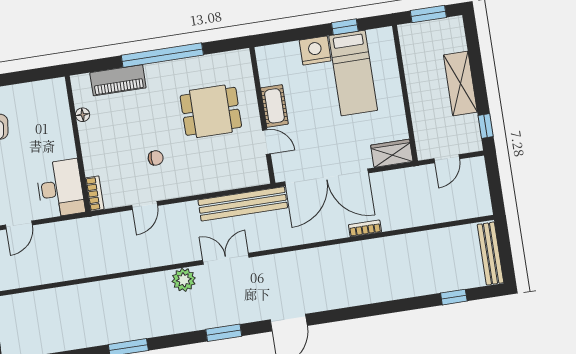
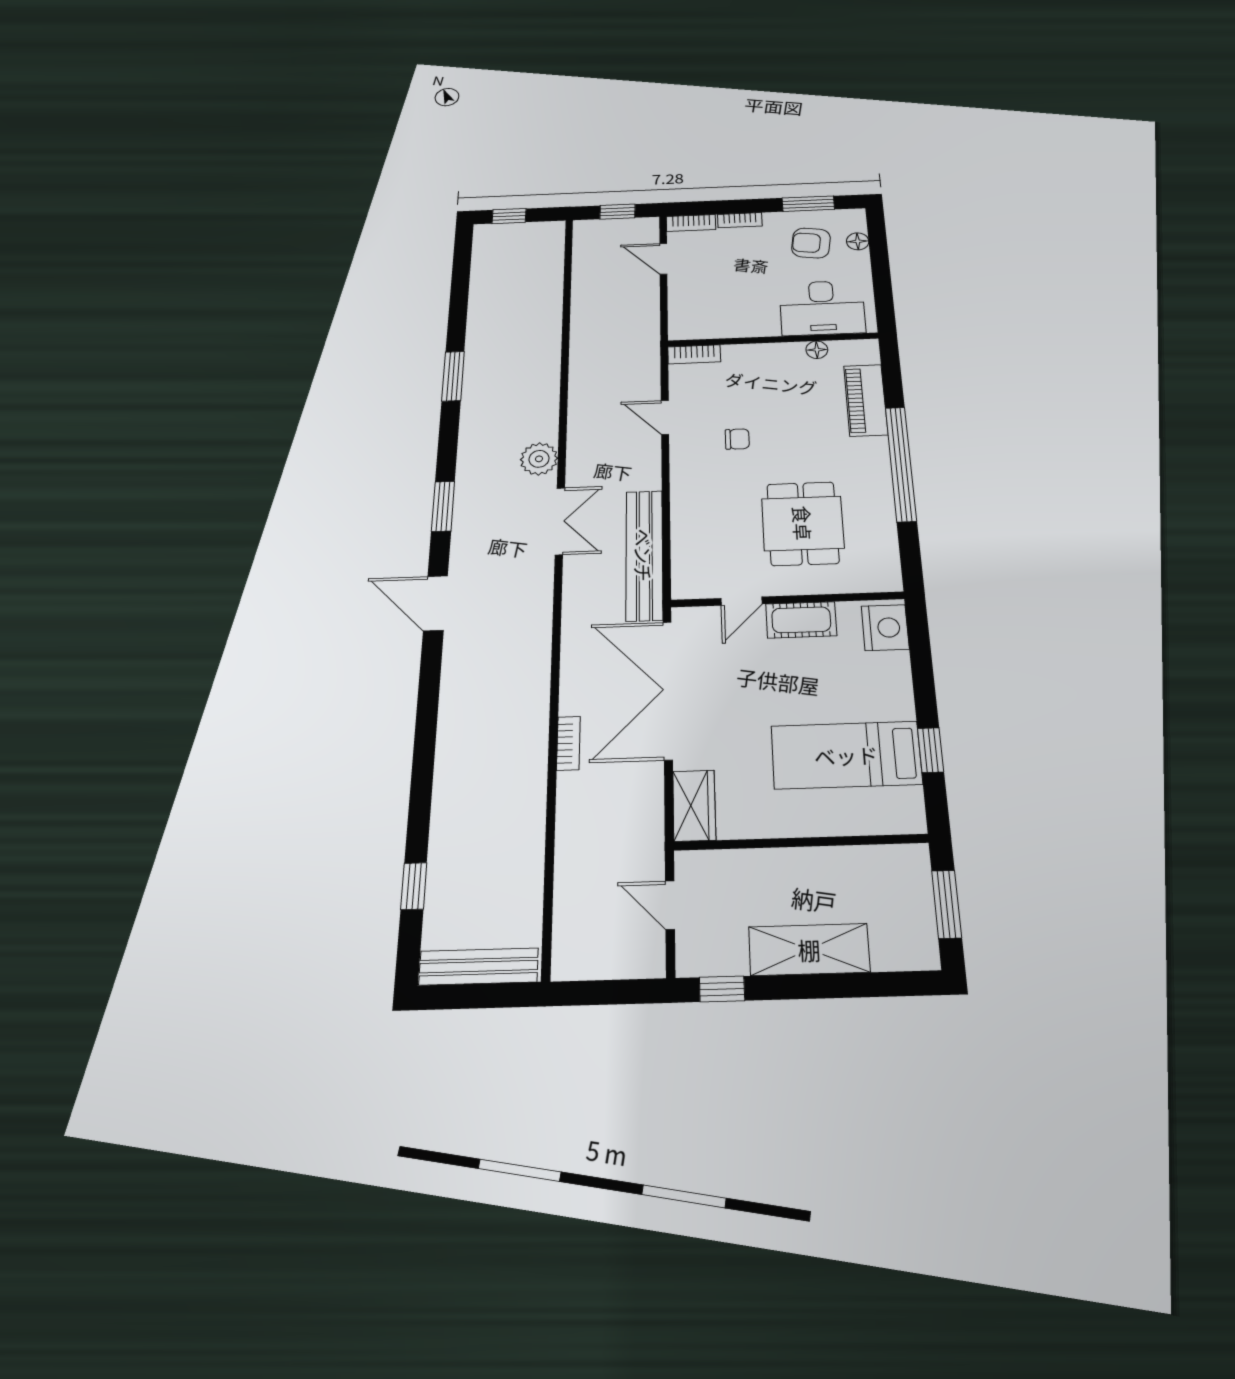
nightstand: (315, 51) -> (885, 628), moved
chair: (156, 158) -> (737, 439), turned -90
desk: (60, 188) -> (822, 308), moved

